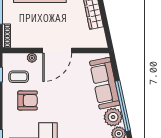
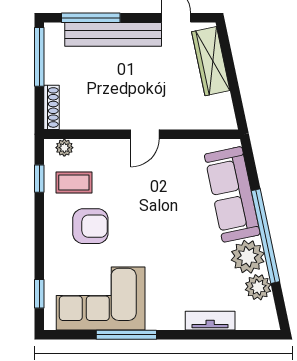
door: (57, 51) -> (145, 134), width x0.53
plant: (32, 58) -> (64, 148), moved

